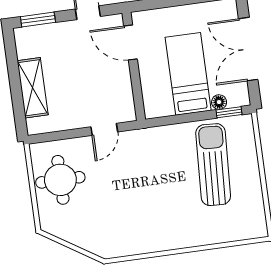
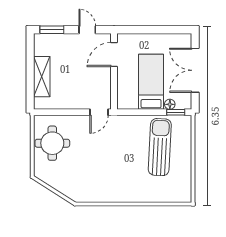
door: (130, 43) -> (114, 55), hinge flipped
door: (104, 129) -> (99, 112), moved

